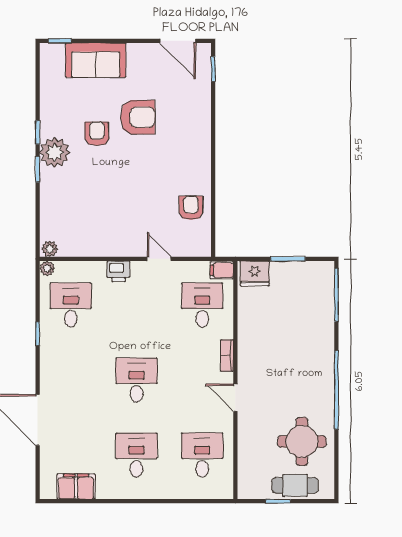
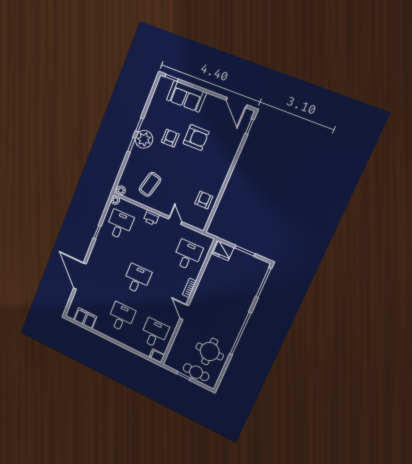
coffee table: (94, 219) -> (150, 184), added
filing cabinet: (222, 270) -> (157, 356), moved

